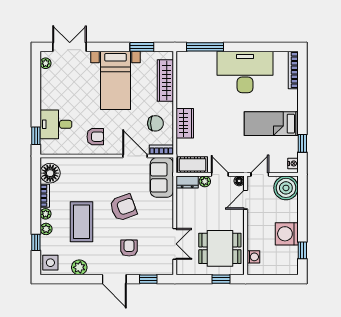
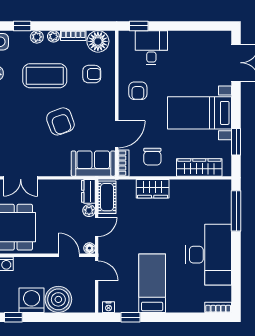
plant: (46, 63) -> (218, 36), removed
bookcase: (293, 70) -> (218, 307), width x0.64
boiler: (286, 188) -> (58, 299), moved
armchair: (129, 248) -> (92, 74), moved

